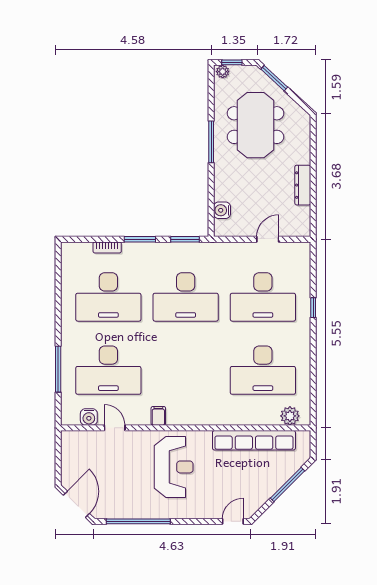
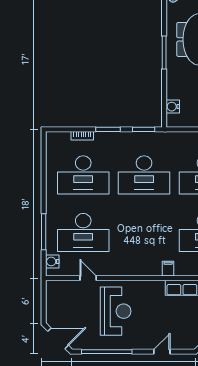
filing cabinet: (158, 416) -> (168, 269), moved
water cooler: (89, 417) -> (52, 261), moved, turned 90
reception desk: (174, 467) -> (116, 311), moved
door: (76, 504) -> (58, 338), hinge flipped
door: (233, 521) -> (162, 352), moved

